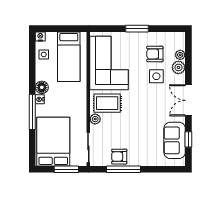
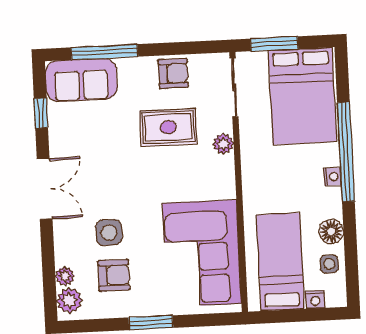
nightstand: (40, 36) -> (315, 299), moved
plant: (178, 67) -> (69, 300), moved
floor lamp: (42, 87) -> (331, 232), moved
rug: (107, 103) -> (168, 127), moved
window: (32, 112) -> (346, 152), width x1.46
sofa: (175, 140) -> (81, 80), moved, turned 90
window: (124, 169) -> (104, 52), moved

